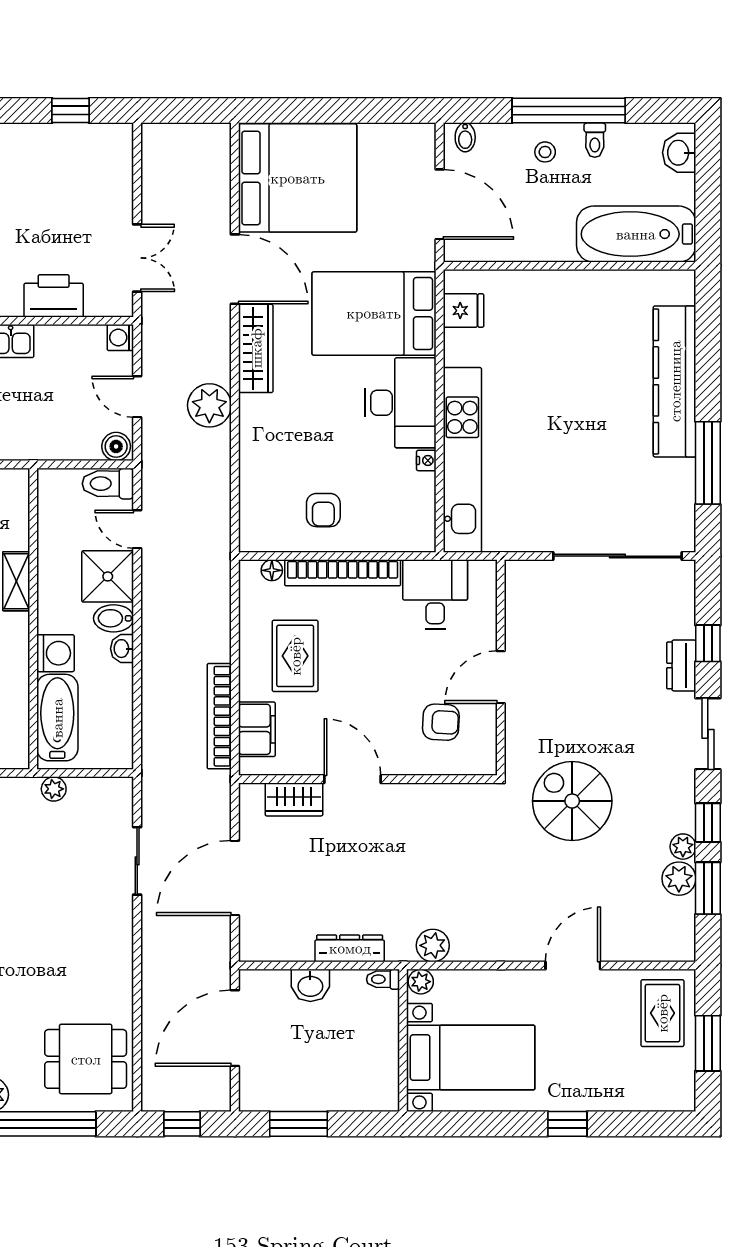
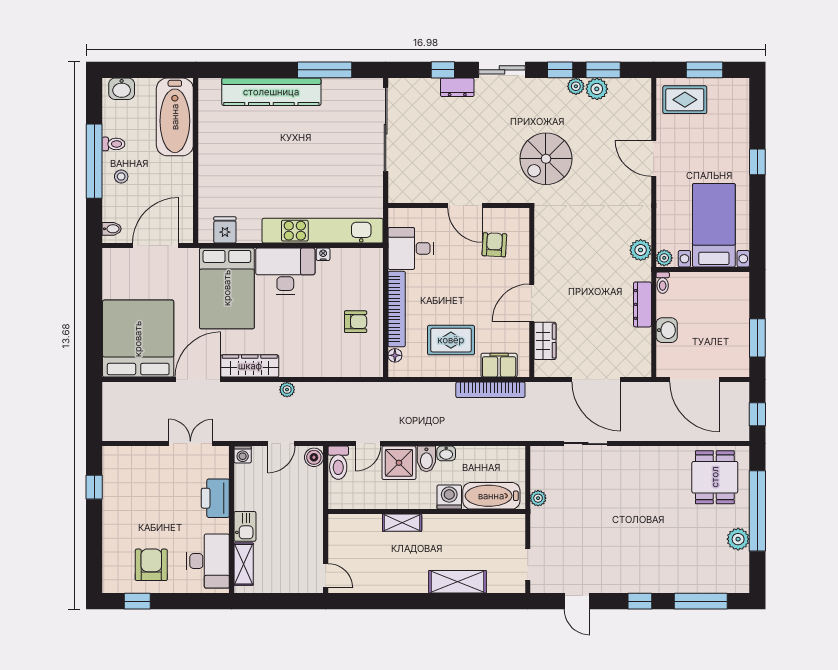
plant: (209, 405) -> (287, 390), width x0.53, depth x0.53

